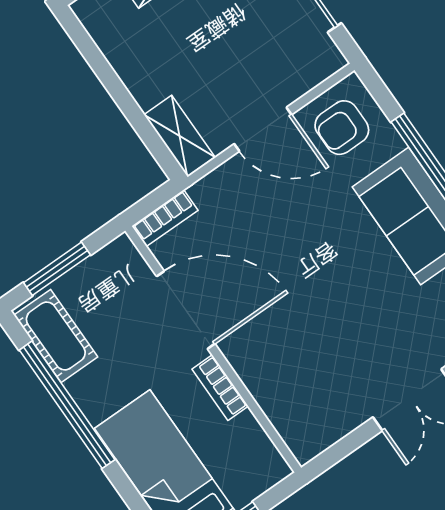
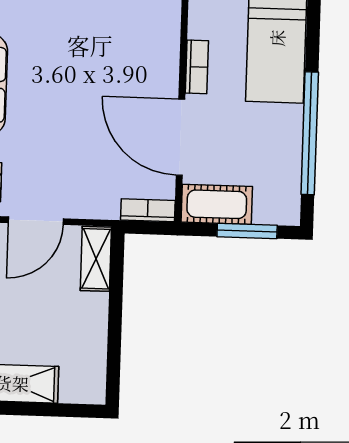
door: (263, 129) -> (36, 221), swing flipped
cot: (56, 336) -> (217, 204), moved, turned 90

